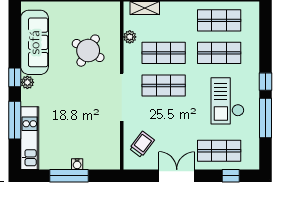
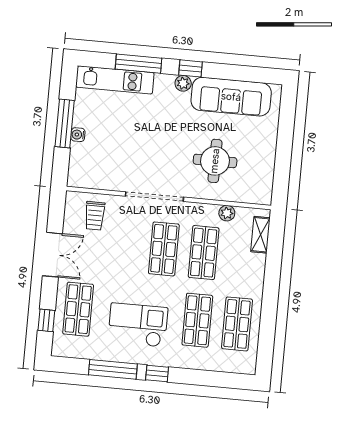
round table: (88, 51) -> (215, 161), turned -31
trolley: (142, 144) -> (95, 216), turned 53

